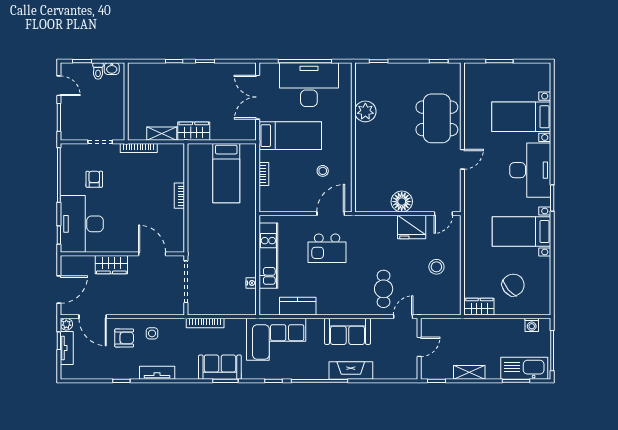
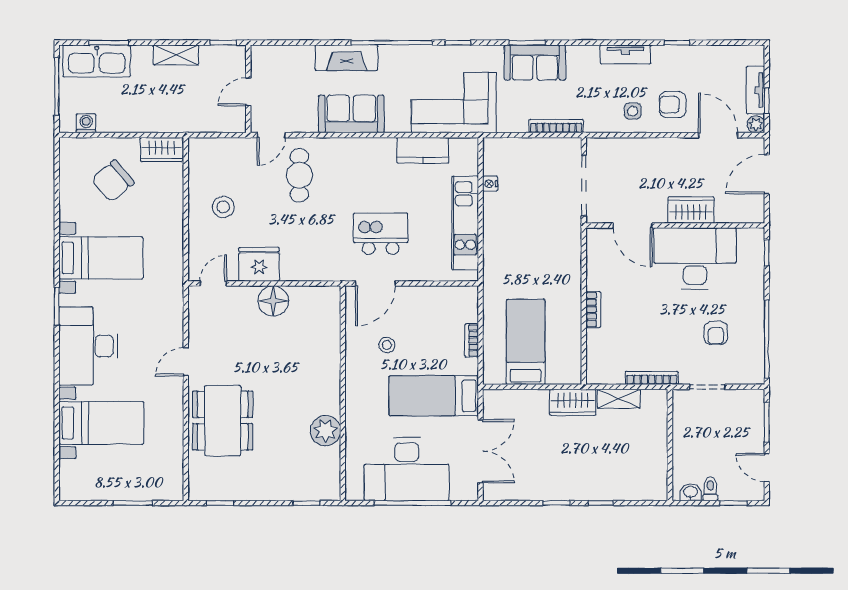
desk: (82, 224) -> (695, 258), moved, turned -90

